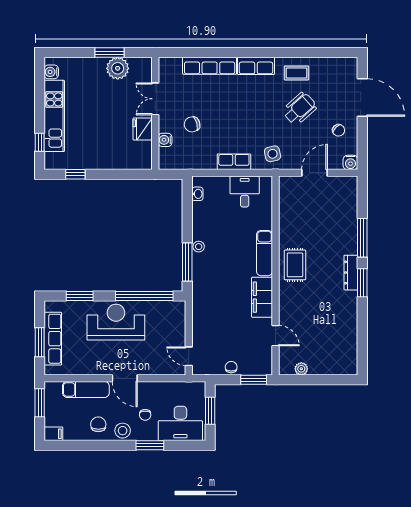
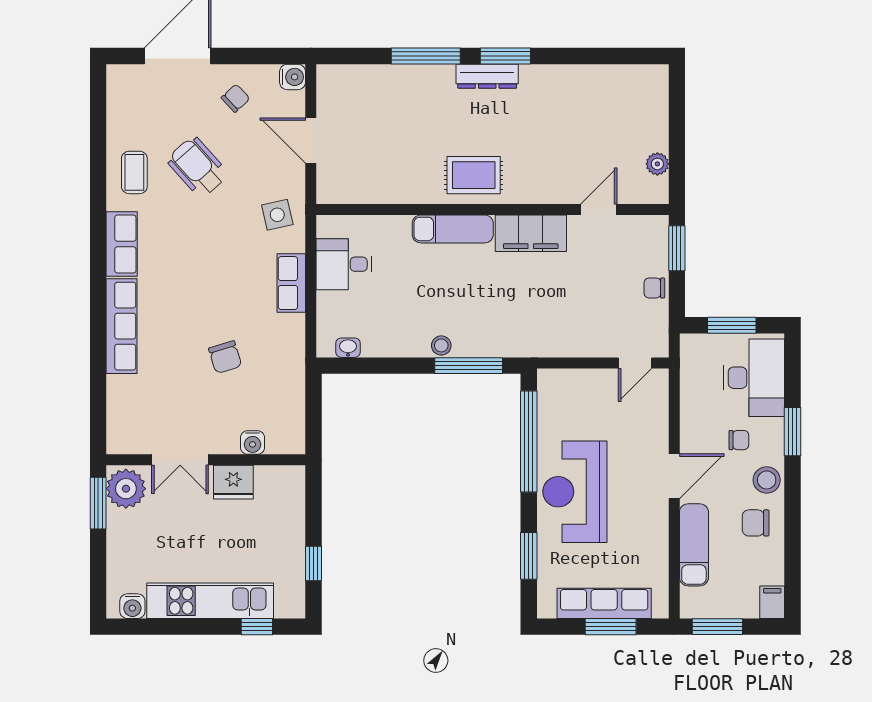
double door: (155, 99) -> (180, 460), moved
wall: (155, 113) -> (206, 460), moved
fridge: (143, 129) -> (233, 482), moved
water cooler: (165, 140) -> (253, 443), moved

